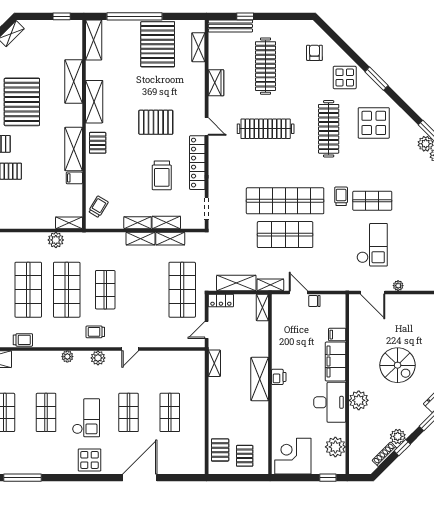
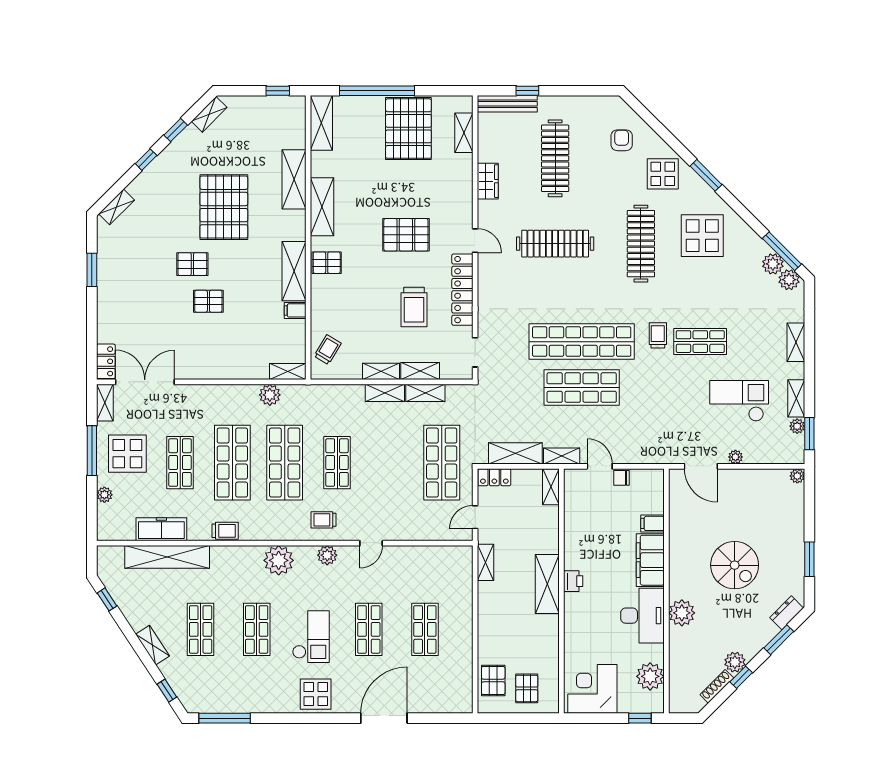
pallet: (98, 143) -> (327, 263), turned 90
checkout: (372, 245) -> (739, 401), moved, turned -90
plant: (67, 357) -> (279, 560), width x1.87, depth x1.87

